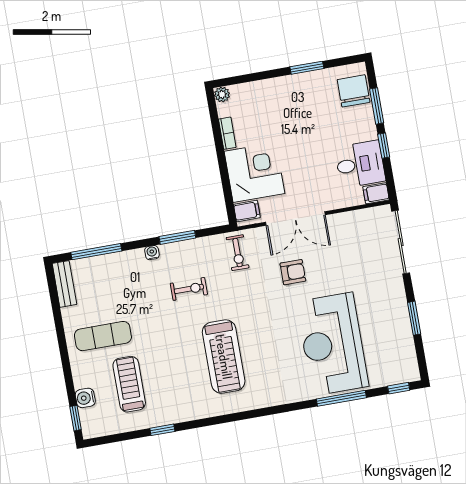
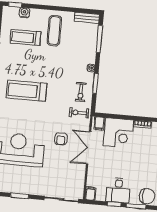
desk: (360, 164) -> (118, 190), moved
exercise bike: (189, 289) -> (81, 92), moved
treadmill: (129, 384) -> (25, 38), turned 180

